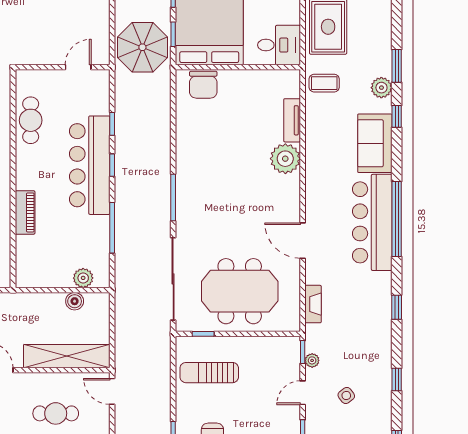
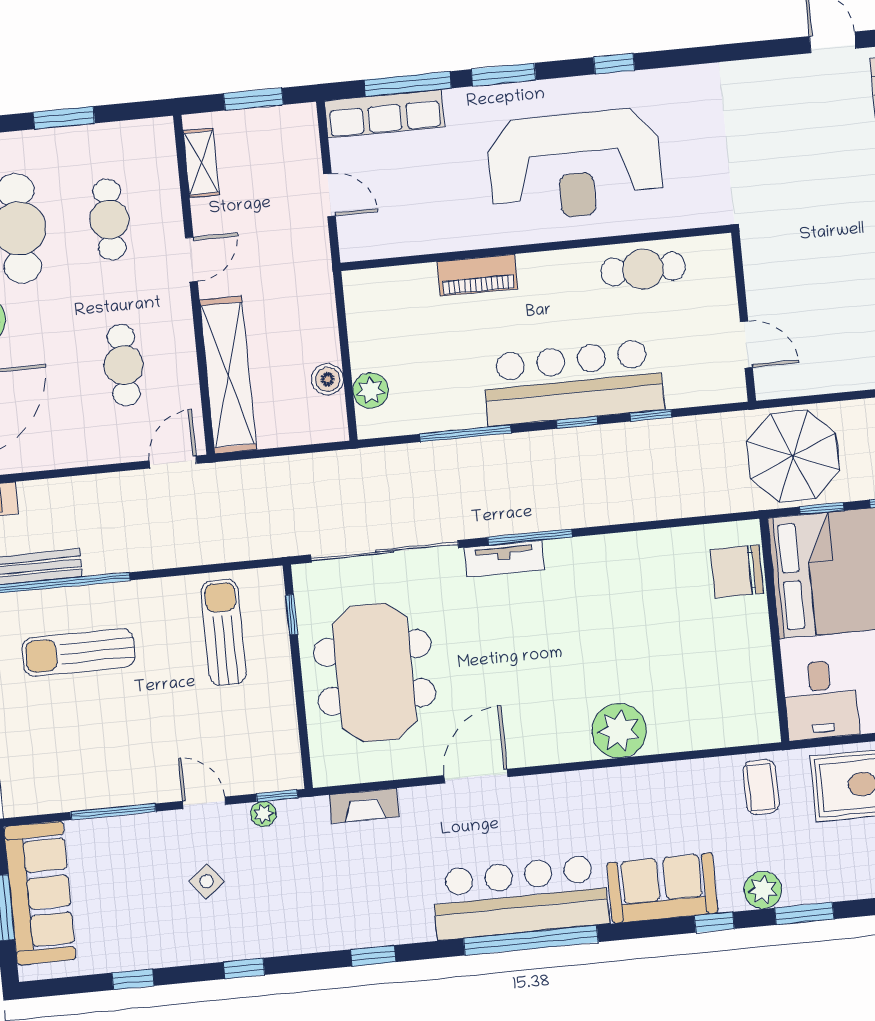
tv unit: (292, 120) -> (504, 559), moved, turned 180

